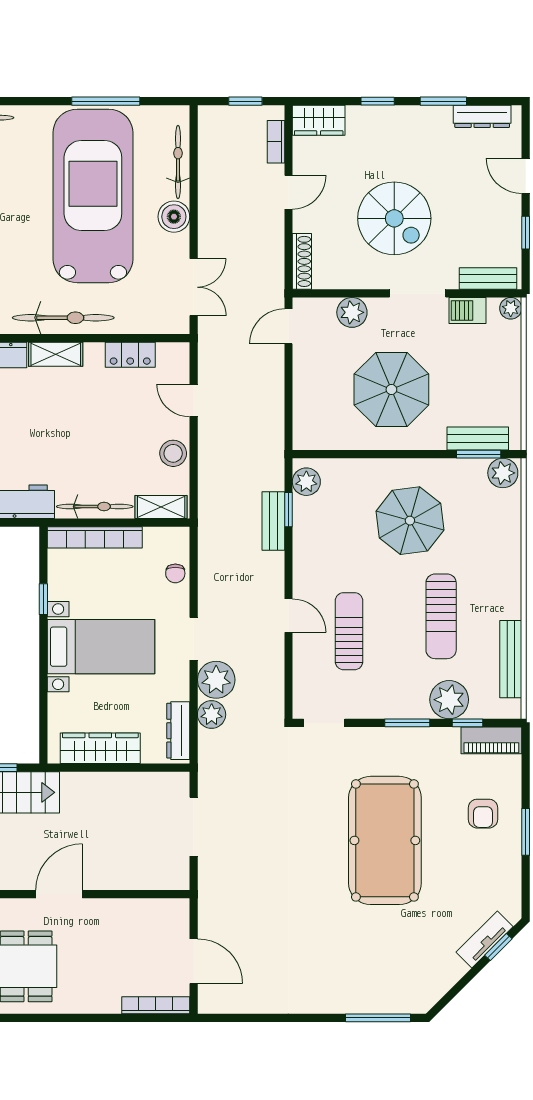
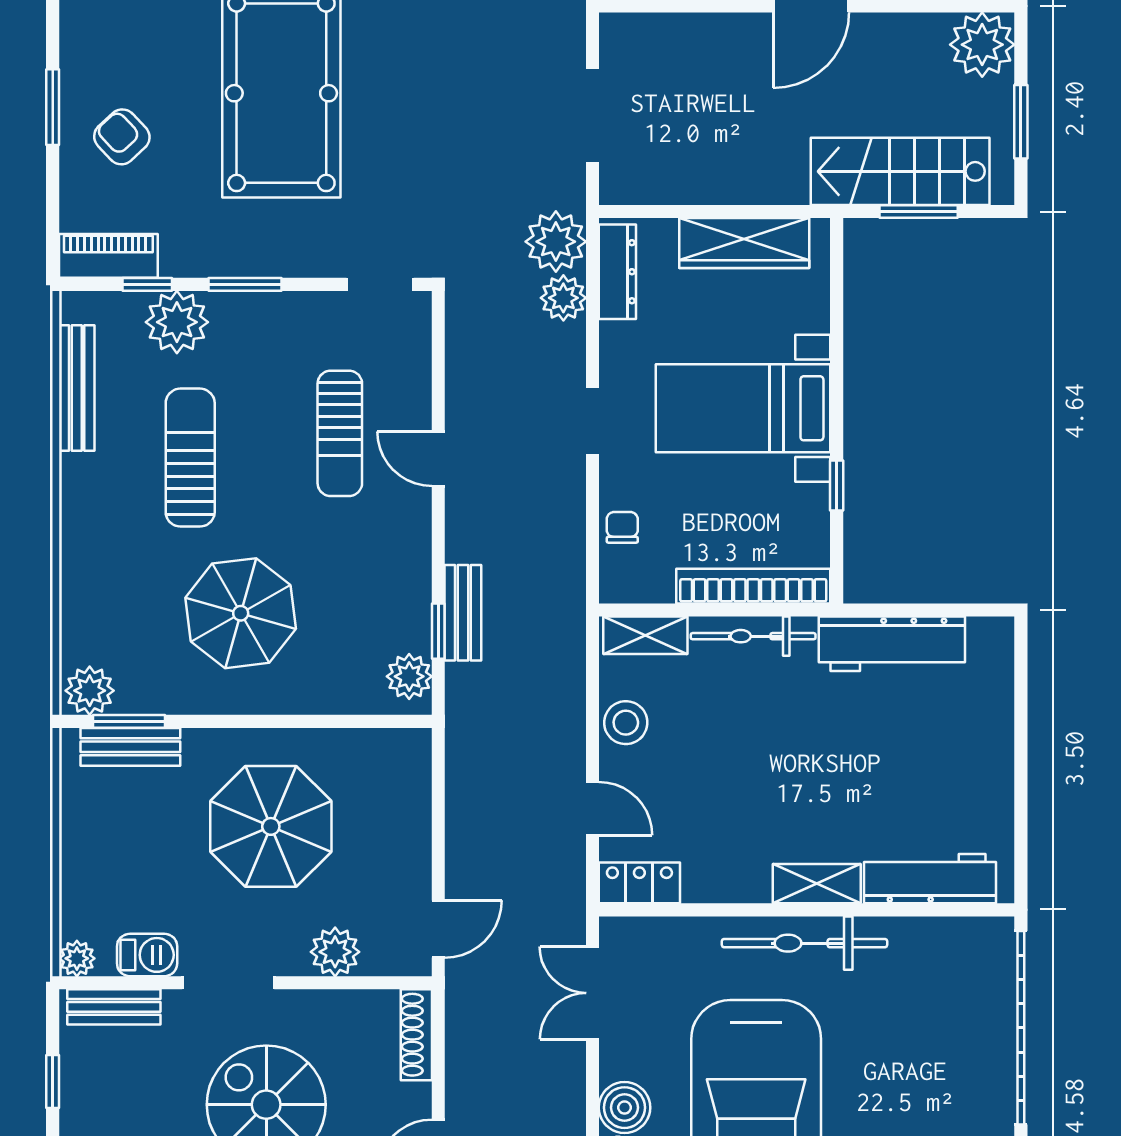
locker: (130, 355) -> (639, 883), moved
plant: (216, 680) -> (556, 242), moved
armchair: (483, 814) -> (122, 137), turned -43

